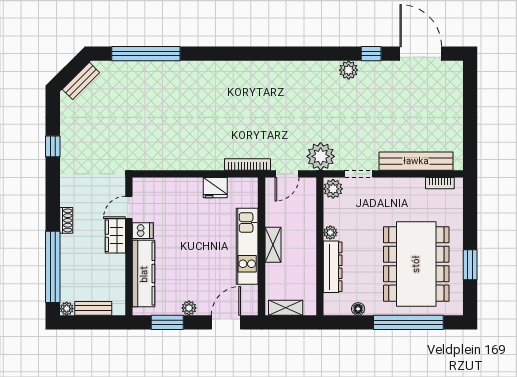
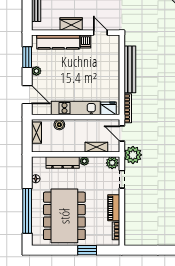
bench: (416, 161) -> (130, 69), moved
piano: (404, 187) -> (114, 208), added
fridge: (215, 188) -> (108, 108), moved, turned 90
wardrobe: (115, 236) -> (71, 24), moved
shelving: (273, 245) -> (96, 147), moved
dining table: (416, 264) -> (64, 216), turned 90
window: (470, 265) -> (87, 250), moved
boiler: (273, 272) -> (59, 125), added

